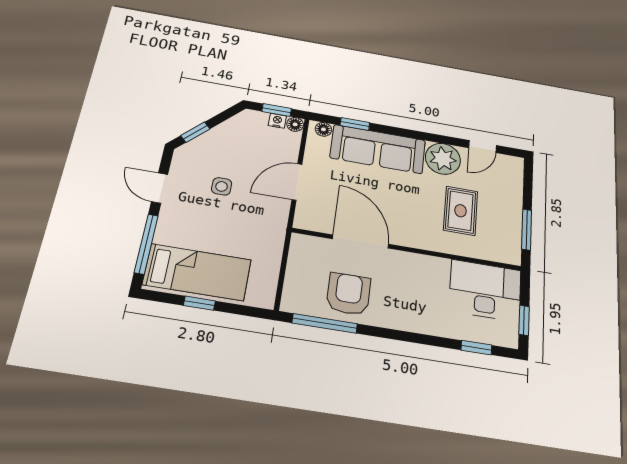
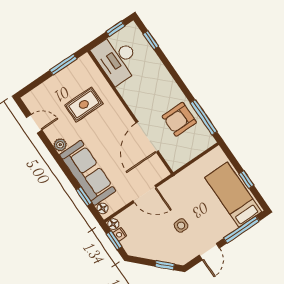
plant: (443, 159) -> (60, 145), width x0.53, depth x0.53

